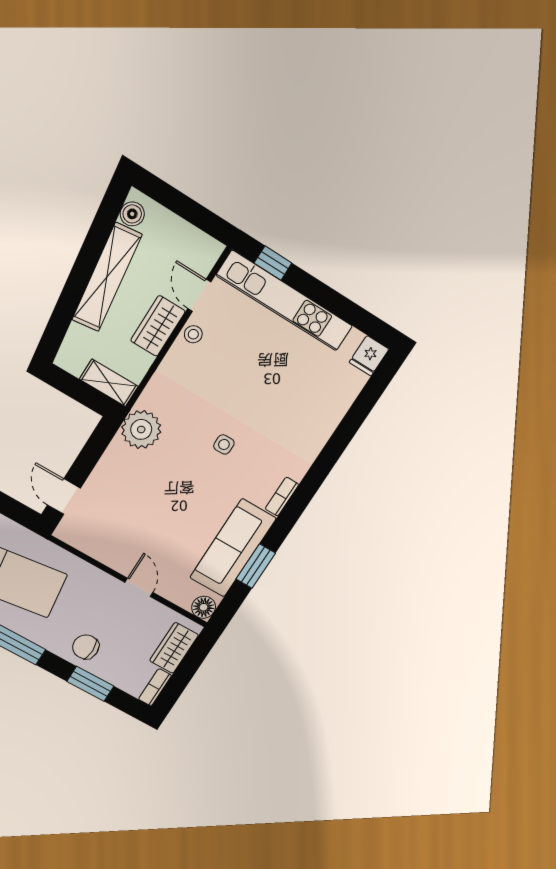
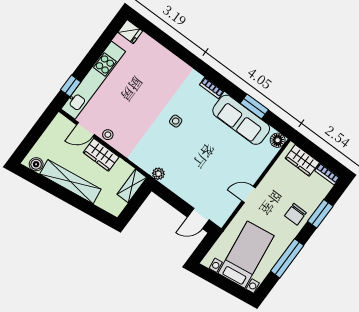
plant: (141, 429) -> (158, 174), width x0.53, depth x0.53
door: (139, 587) -> (249, 194), moved

